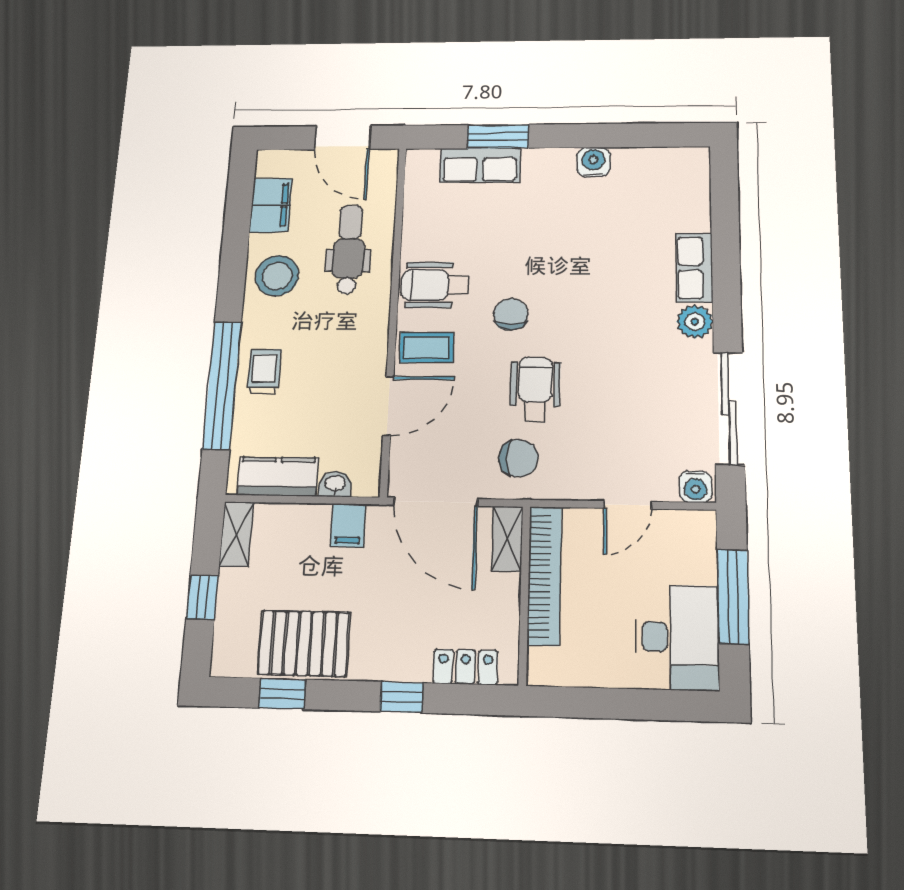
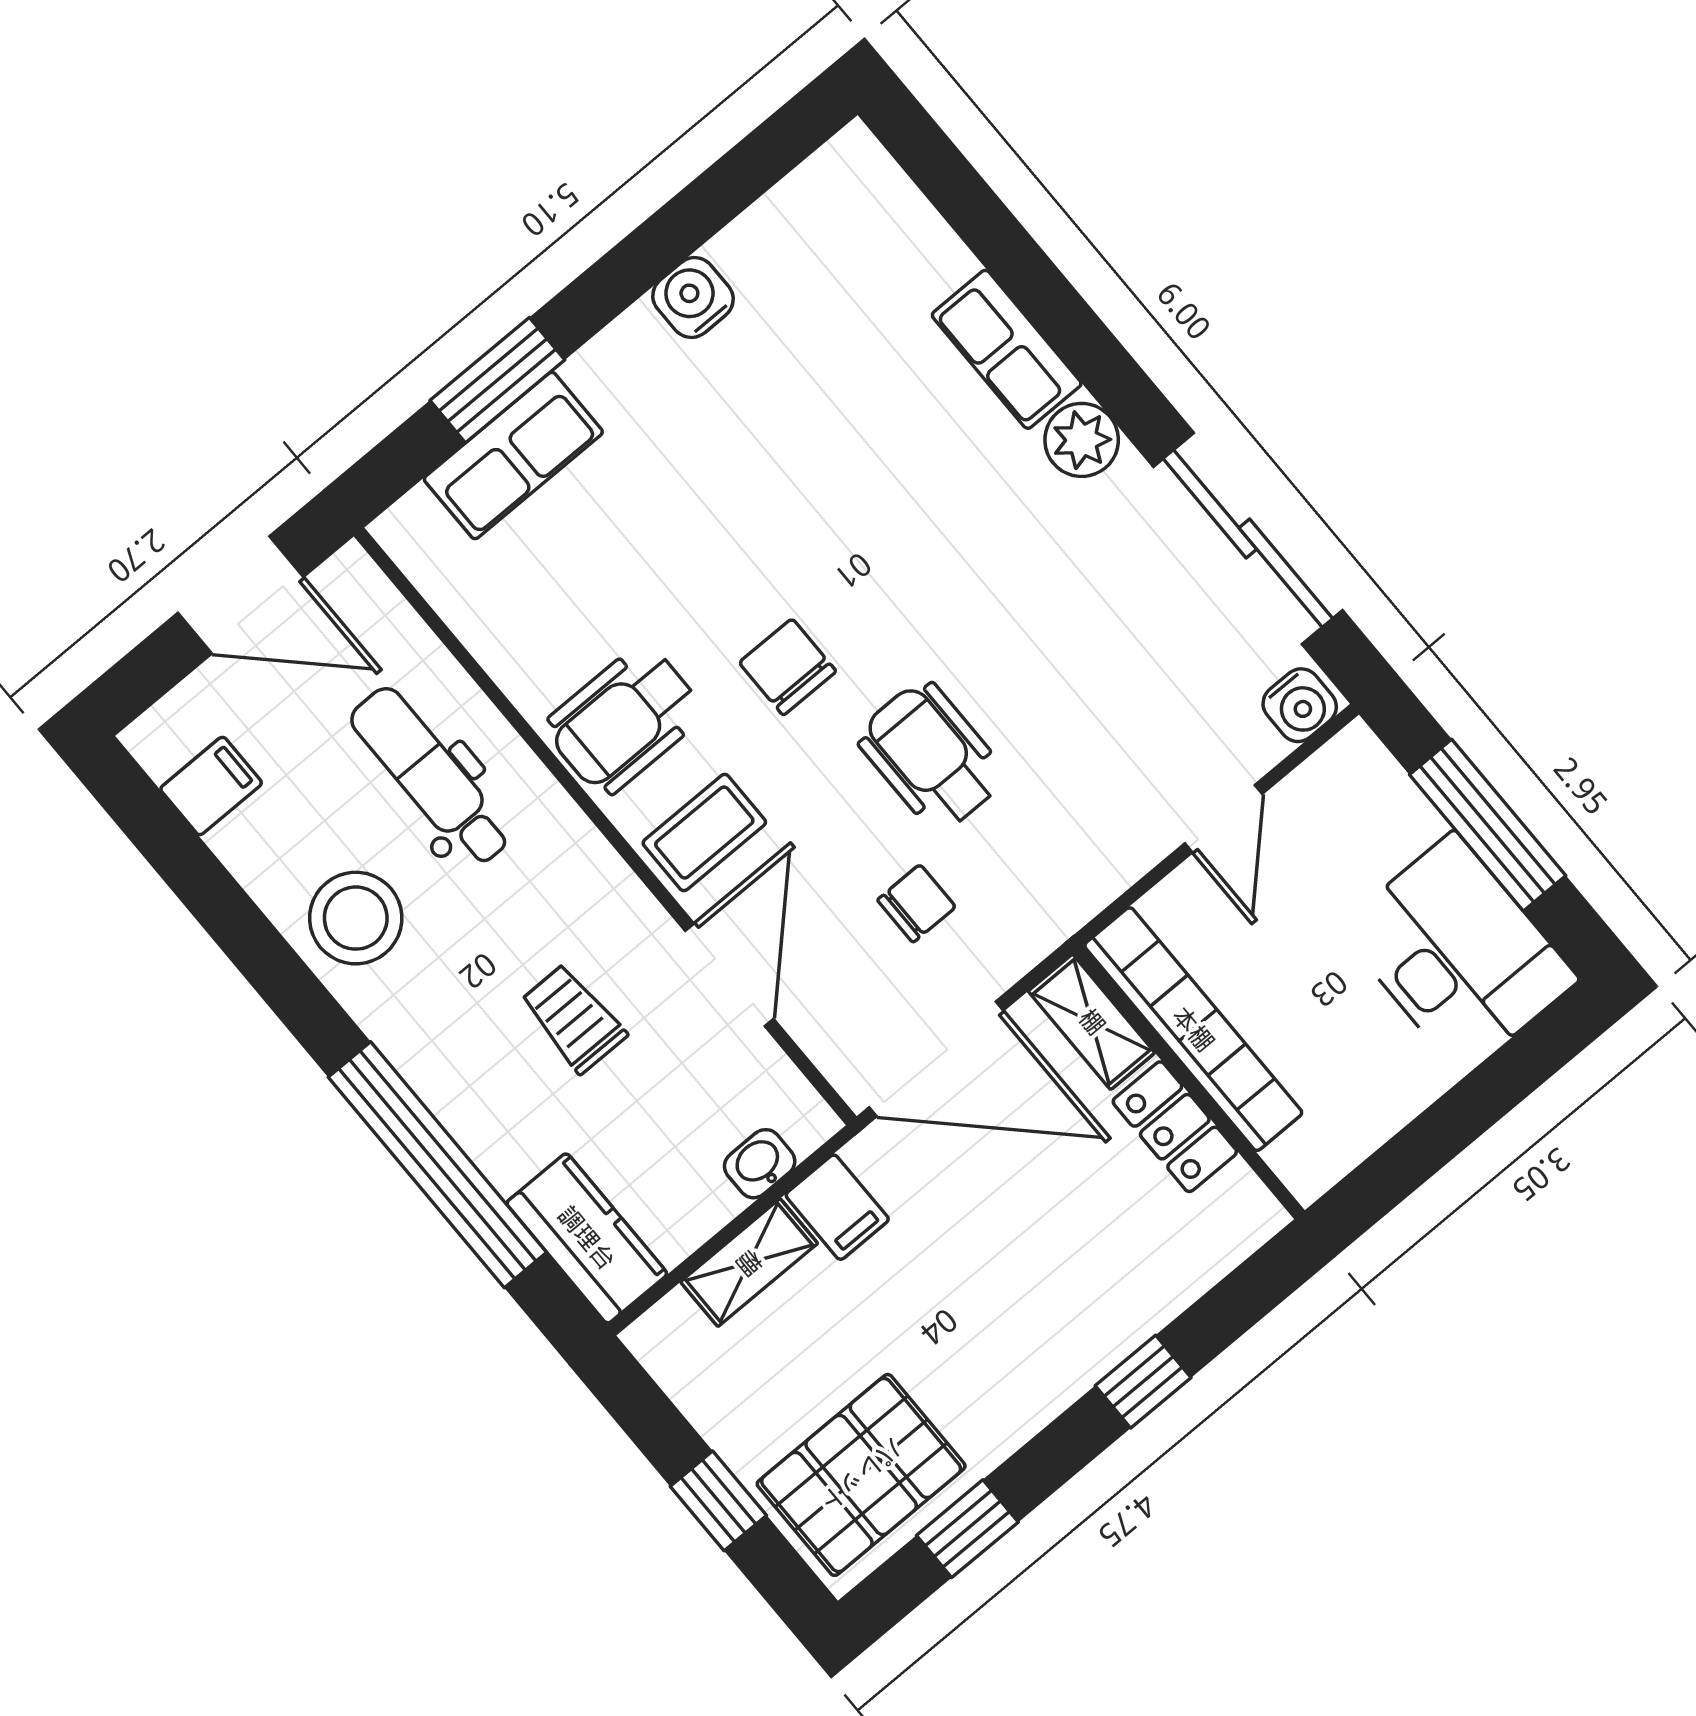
filing cabinet: (271, 205) -> (211, 786), width x0.50
trolley: (264, 371) -> (573, 1018), moved
chair: (518, 458) -> (916, 903), moved, width x0.73, depth x0.73
kitchen counter: (278, 476) -> (587, 1238), moved, turned 90
shelving: (236, 534) -> (749, 1263), moved, turned 90
pallet: (304, 643) -> (861, 1475), moved
locker: (465, 667) -> (1175, 1127), moved, turned -90

